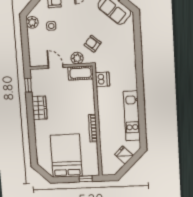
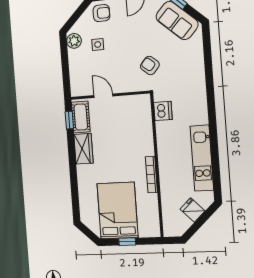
plant: (77, 58) -> (130, 84), removed
cot: (81, 73) -> (81, 117), moved, turned 90
window: (86, 179) -> (127, 242), moved

